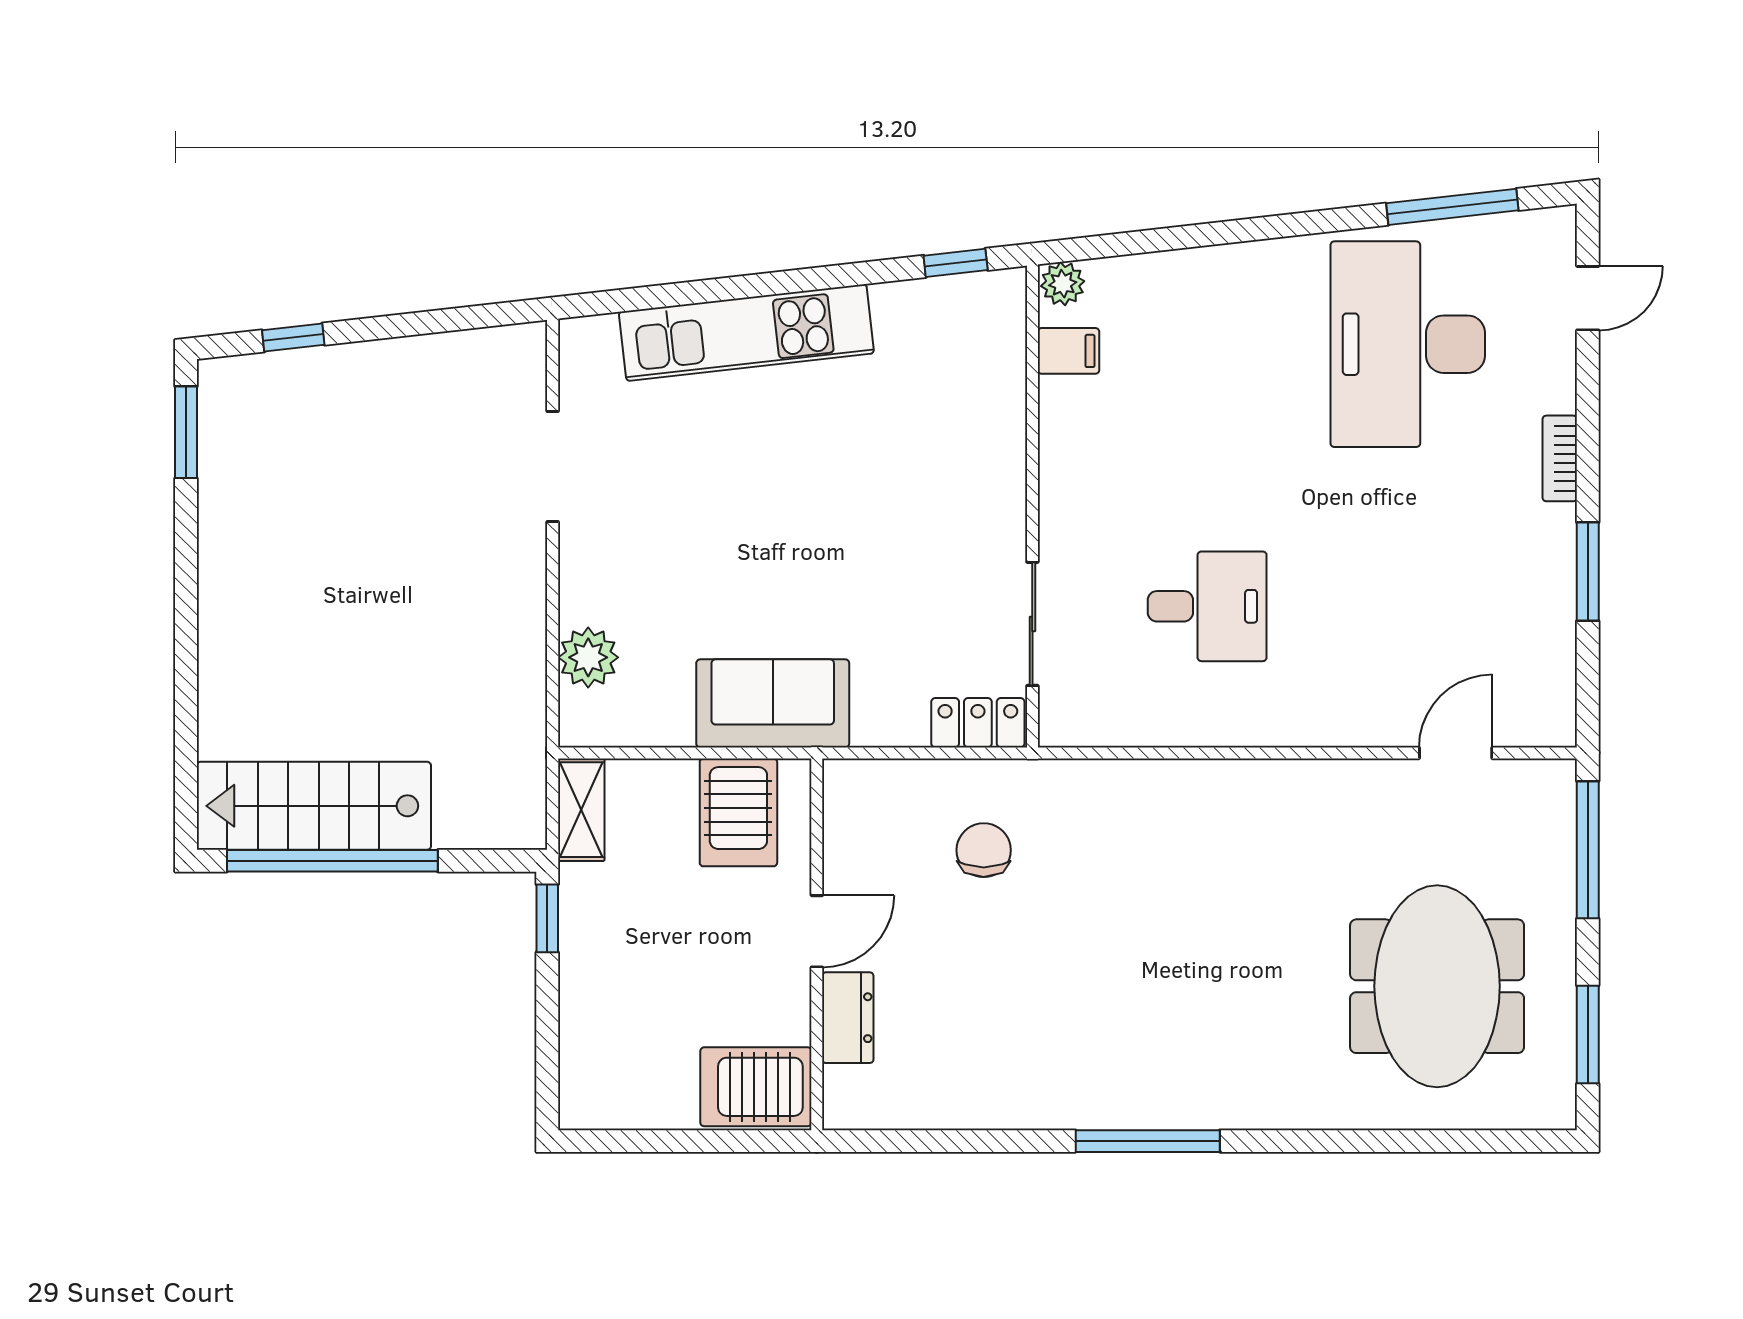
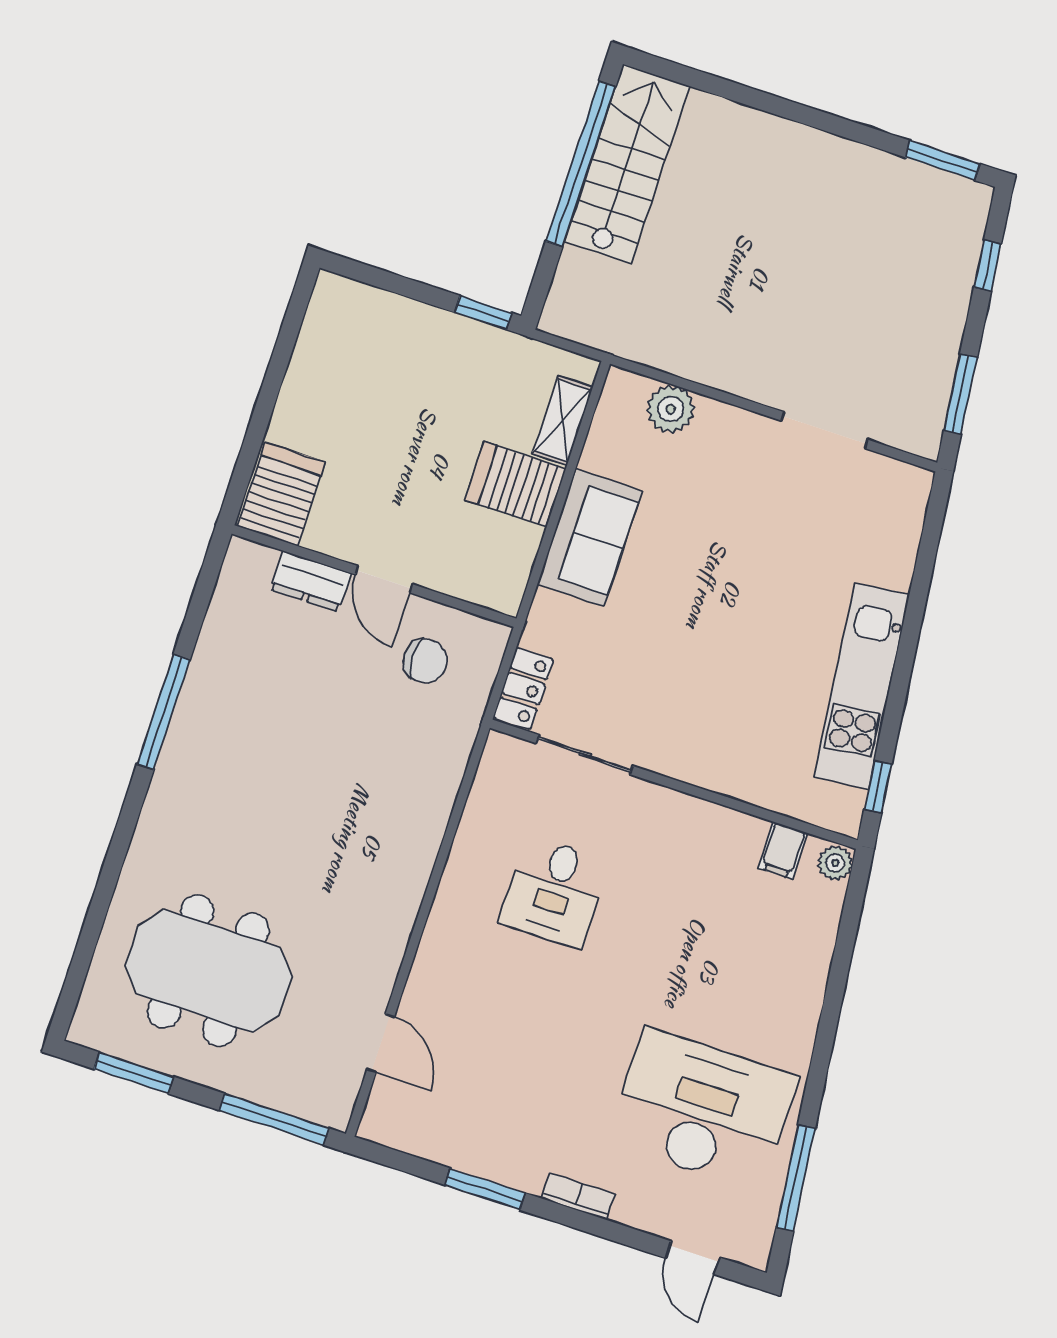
window: (456, 319) -> (961, 394), added
kitchen unit: (746, 333) -> (862, 686), moved
shelving: (581, 810) -> (563, 420), moved, turned 90
door: (817, 931) -> (384, 579), moved
wall: (817, 944) -> (374, 576), moved
dresser: (848, 1018) -> (311, 581), moved
server rack: (756, 1087) -> (281, 494), moved

